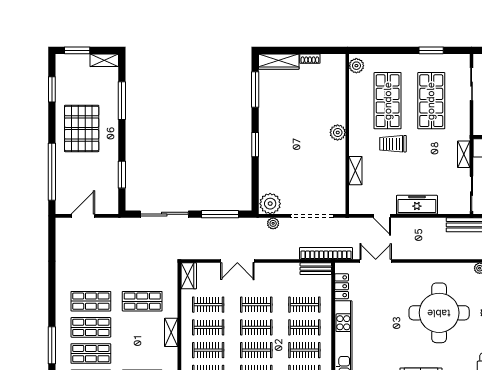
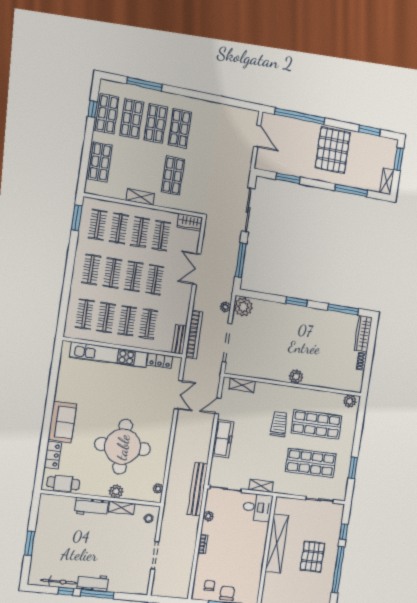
pallet: (82, 128) -> (333, 150), turned 90
shelving: (355, 171) -> (242, 385), moved
bookcase: (326, 253) -> (194, 334), moved

